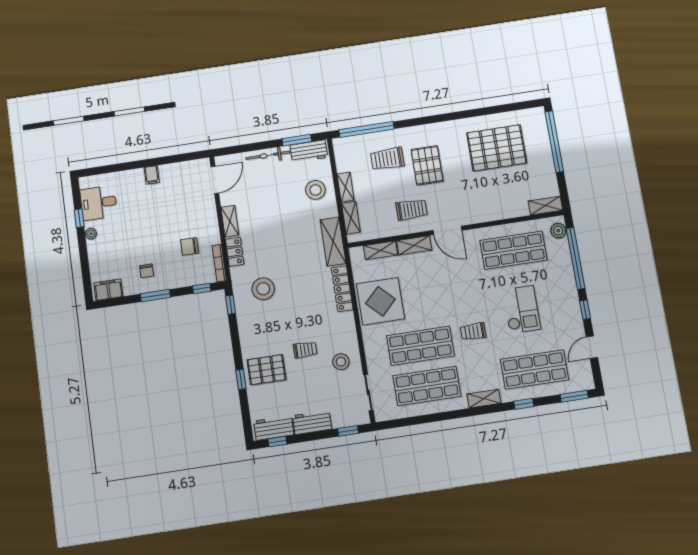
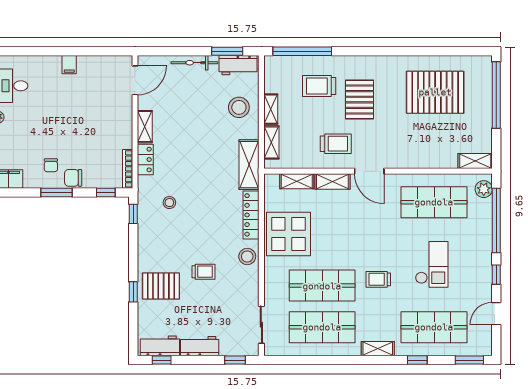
chair: (190, 246) -> (73, 178), moved
stool: (263, 289) -> (169, 203), width x0.53, depth x0.53
stool: (341, 362) -> (247, 256), moved

